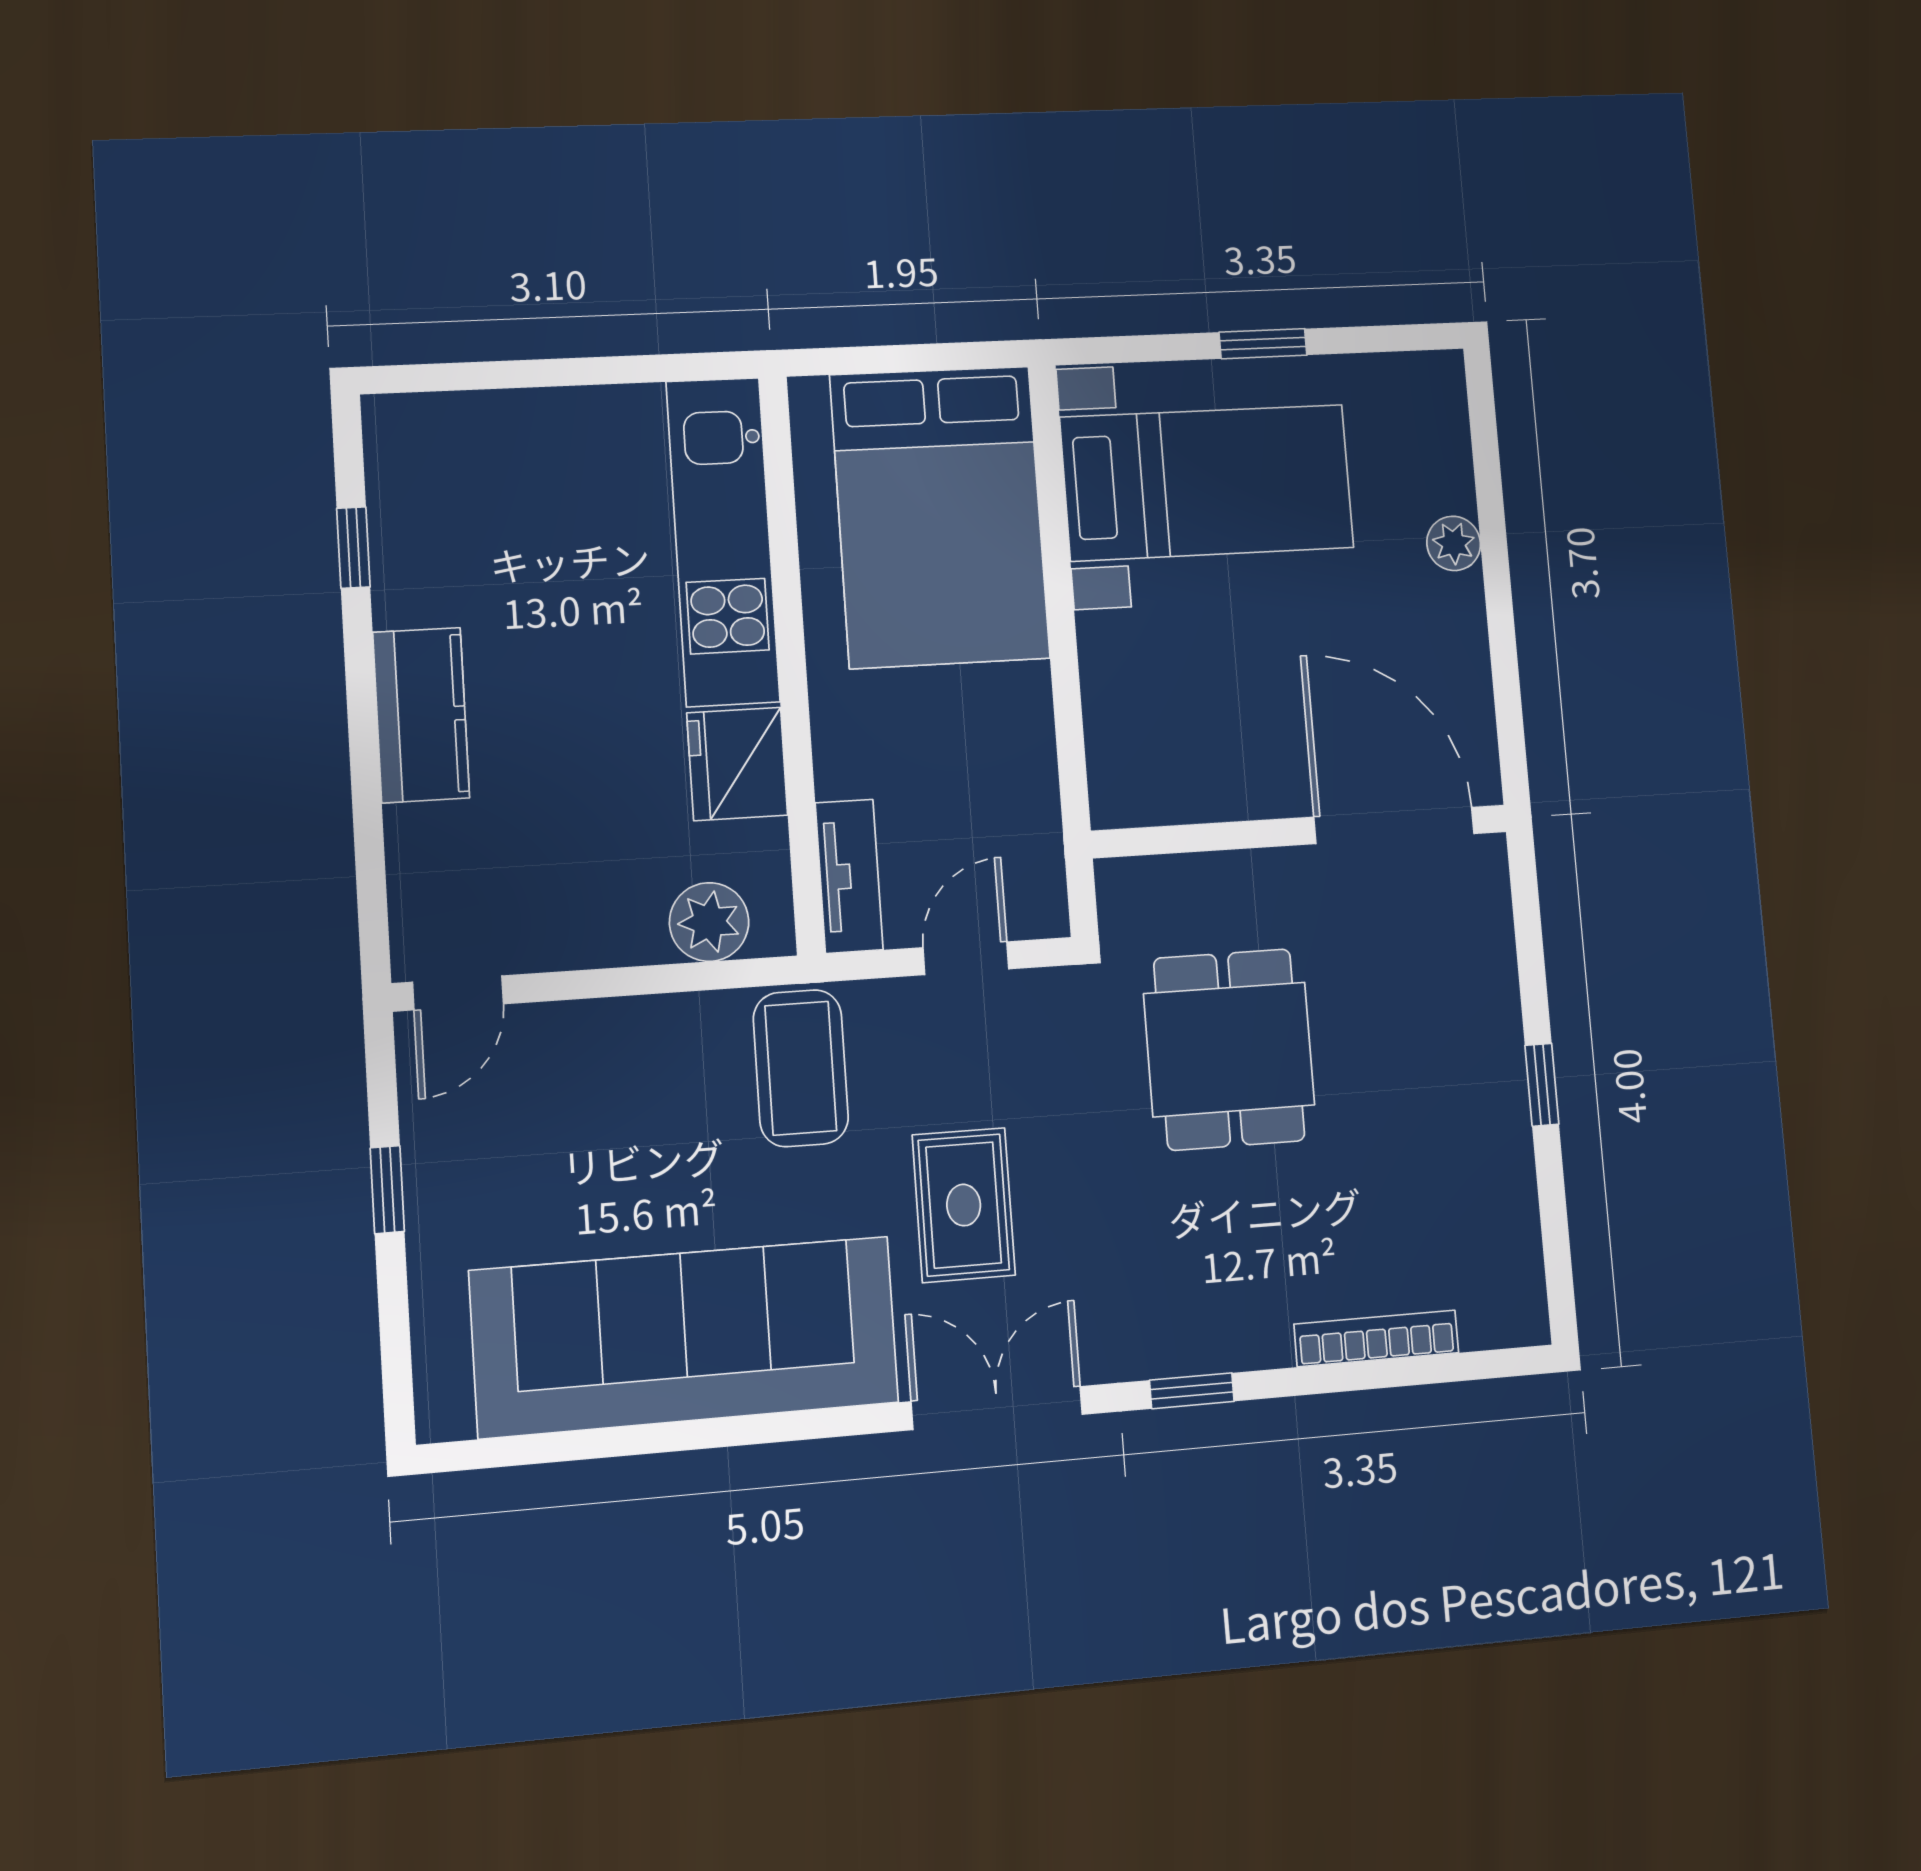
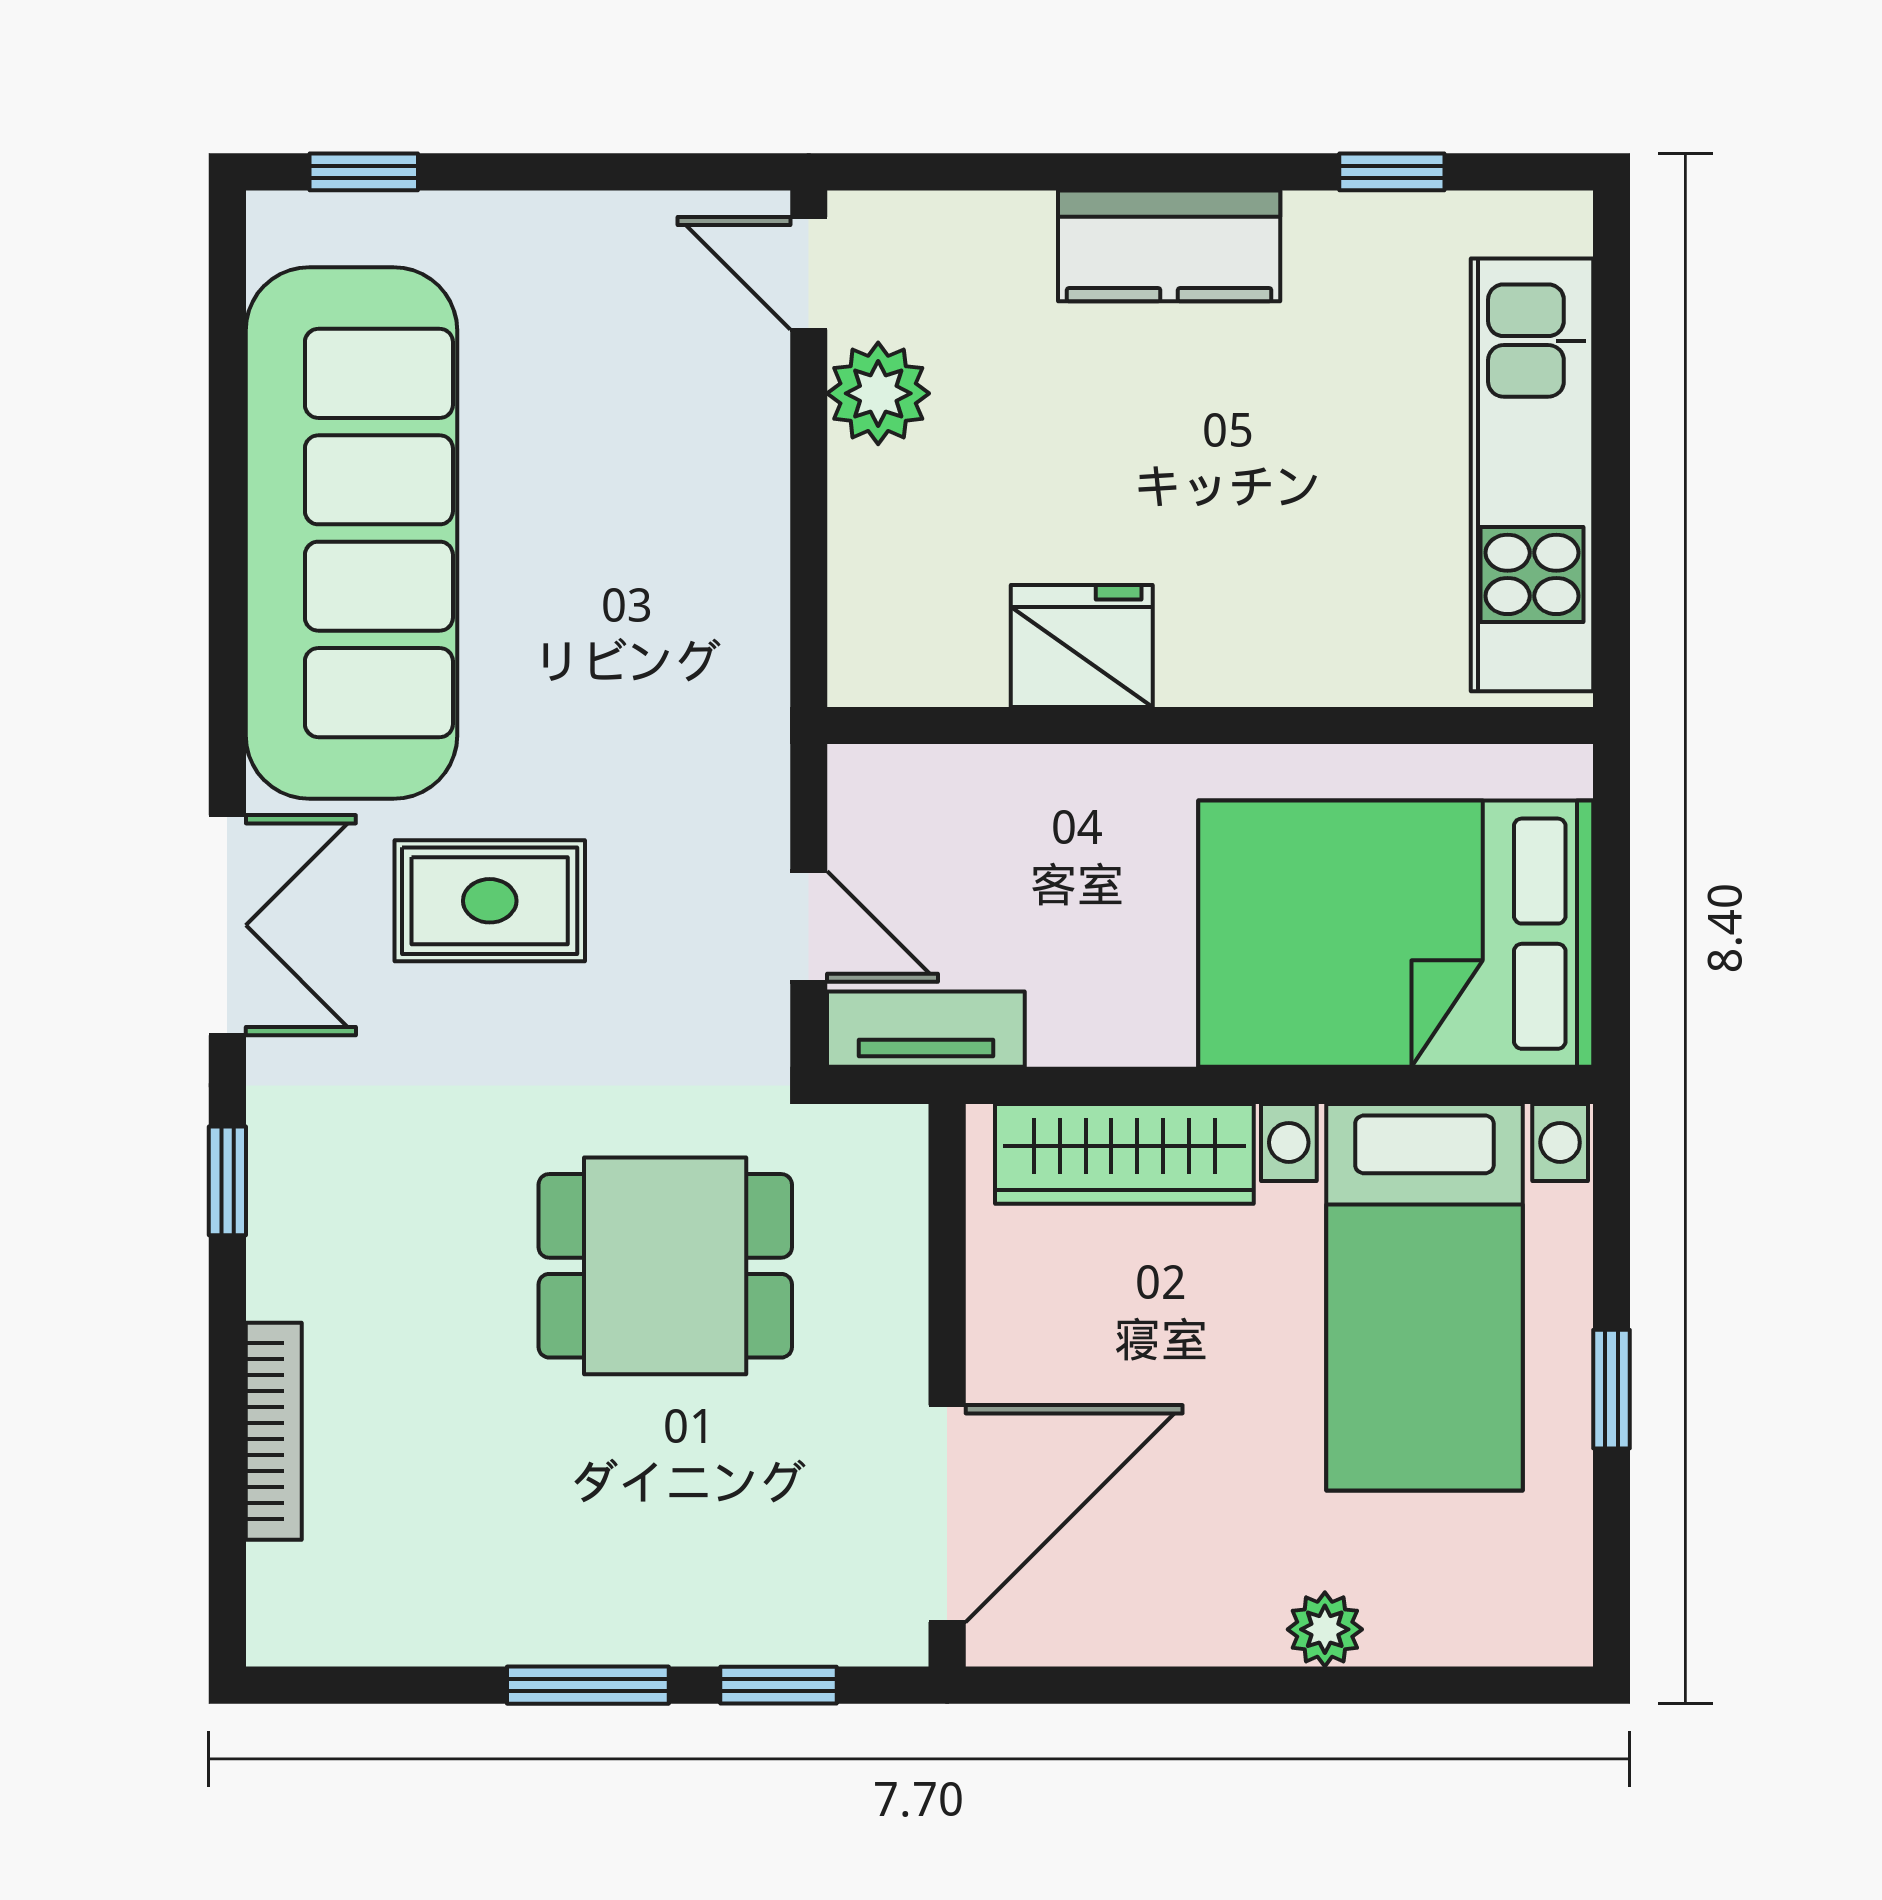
kitchen unit: (723, 541) -> (1532, 475), moved, turned -90
wardrobe: (1119, 710) -> (1124, 1154), added
tv unit: (849, 876) -> (926, 1029), moved, turned 180
plant: (709, 922) -> (878, 393), moved
window: (1529, 942) -> (778, 1685), added
coffee table: (801, 1068) -> (681, 702), removed
window: (1542, 1085) -> (588, 1685), width x1.50
window: (387, 1190) -> (364, 172), moved

